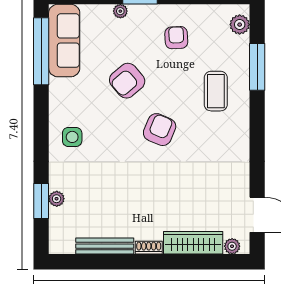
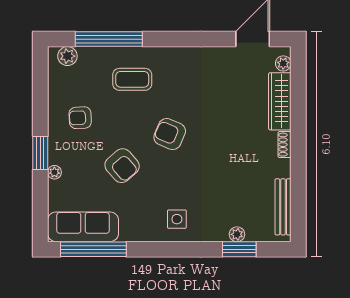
window: (257, 67) -> (109, 39), width x1.46
bench: (105, 246) -> (283, 207), moved

